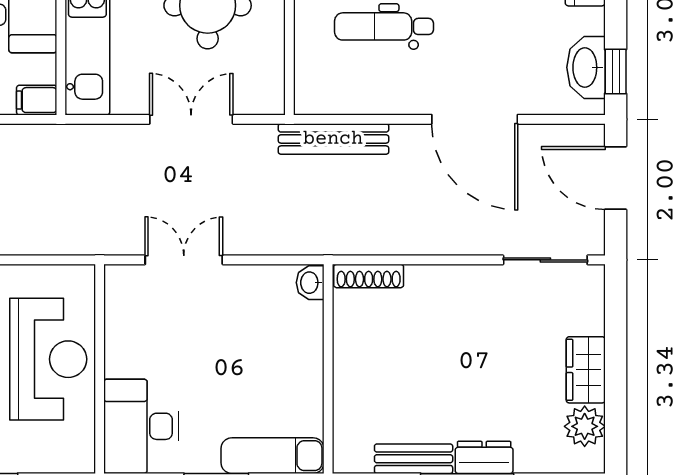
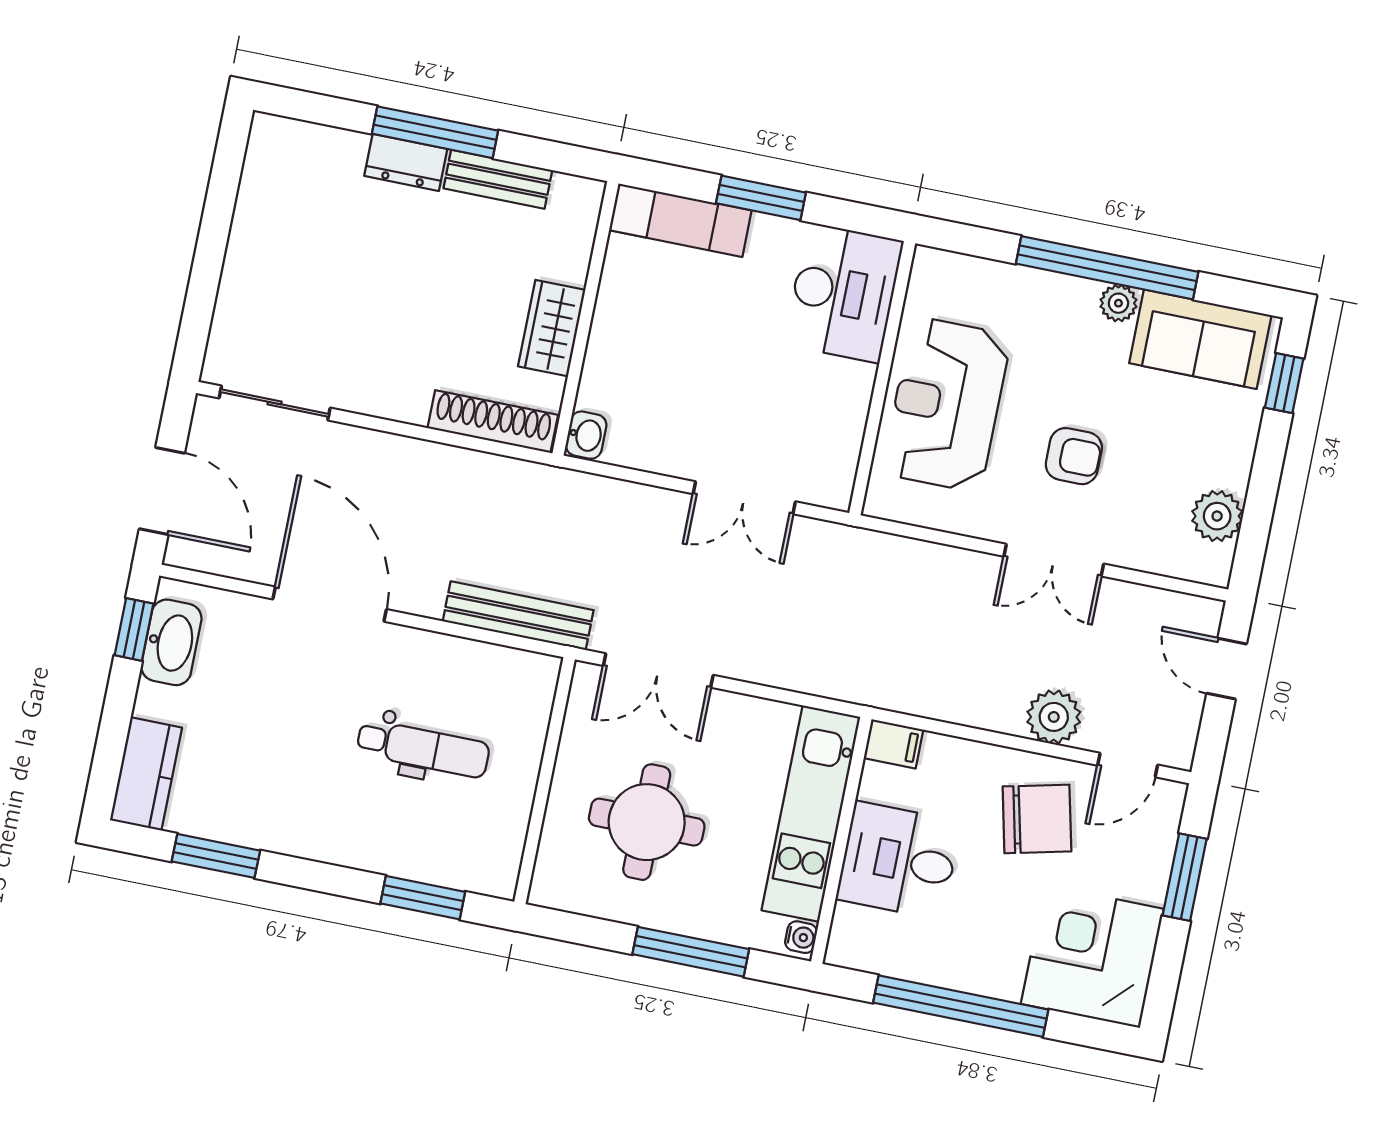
double door: (191, 119) -> (658, 670), moved
shoe rack: (369, 276) -> (493, 422), width x1.36, depth x1.24
wardrobe: (586, 370) -> (552, 328), moved, turned 180
plant: (585, 426) -> (267, 177), removed

